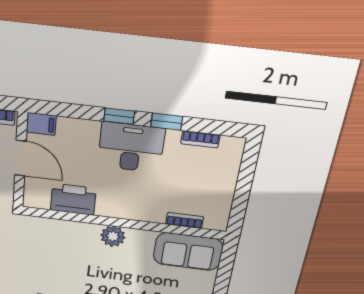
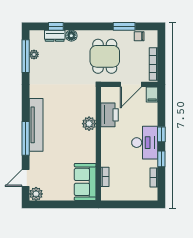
plant: (113, 236) -> (89, 124), moved

